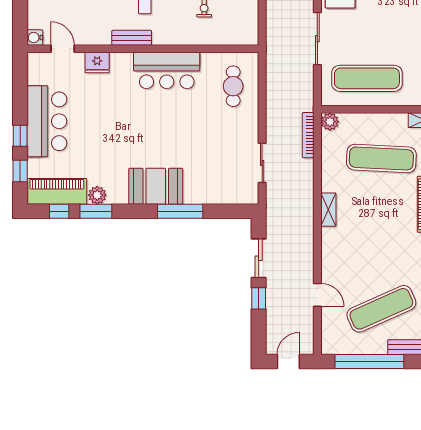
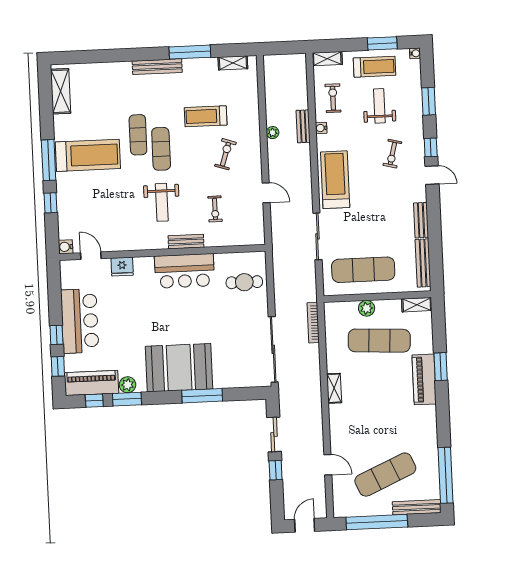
bench: (132, 38) -> (186, 242), moved
cafe table: (233, 86) -> (244, 282), turned 90
plant: (330, 122) -> (367, 308), moved
sliding door: (262, 163) -> (273, 349), width x1.86
booth: (156, 186) -> (179, 368), width x1.36, depth x1.42

